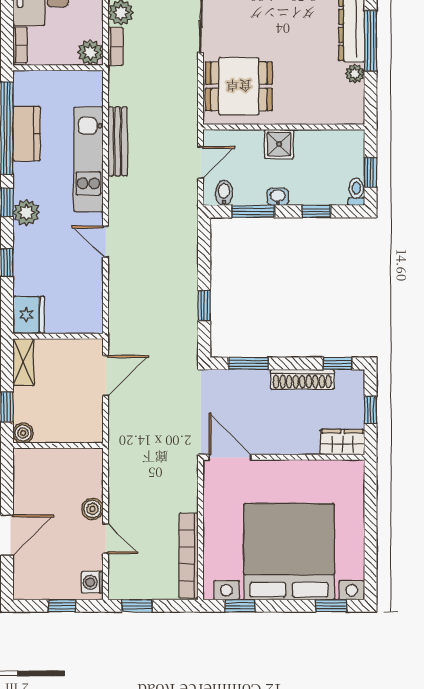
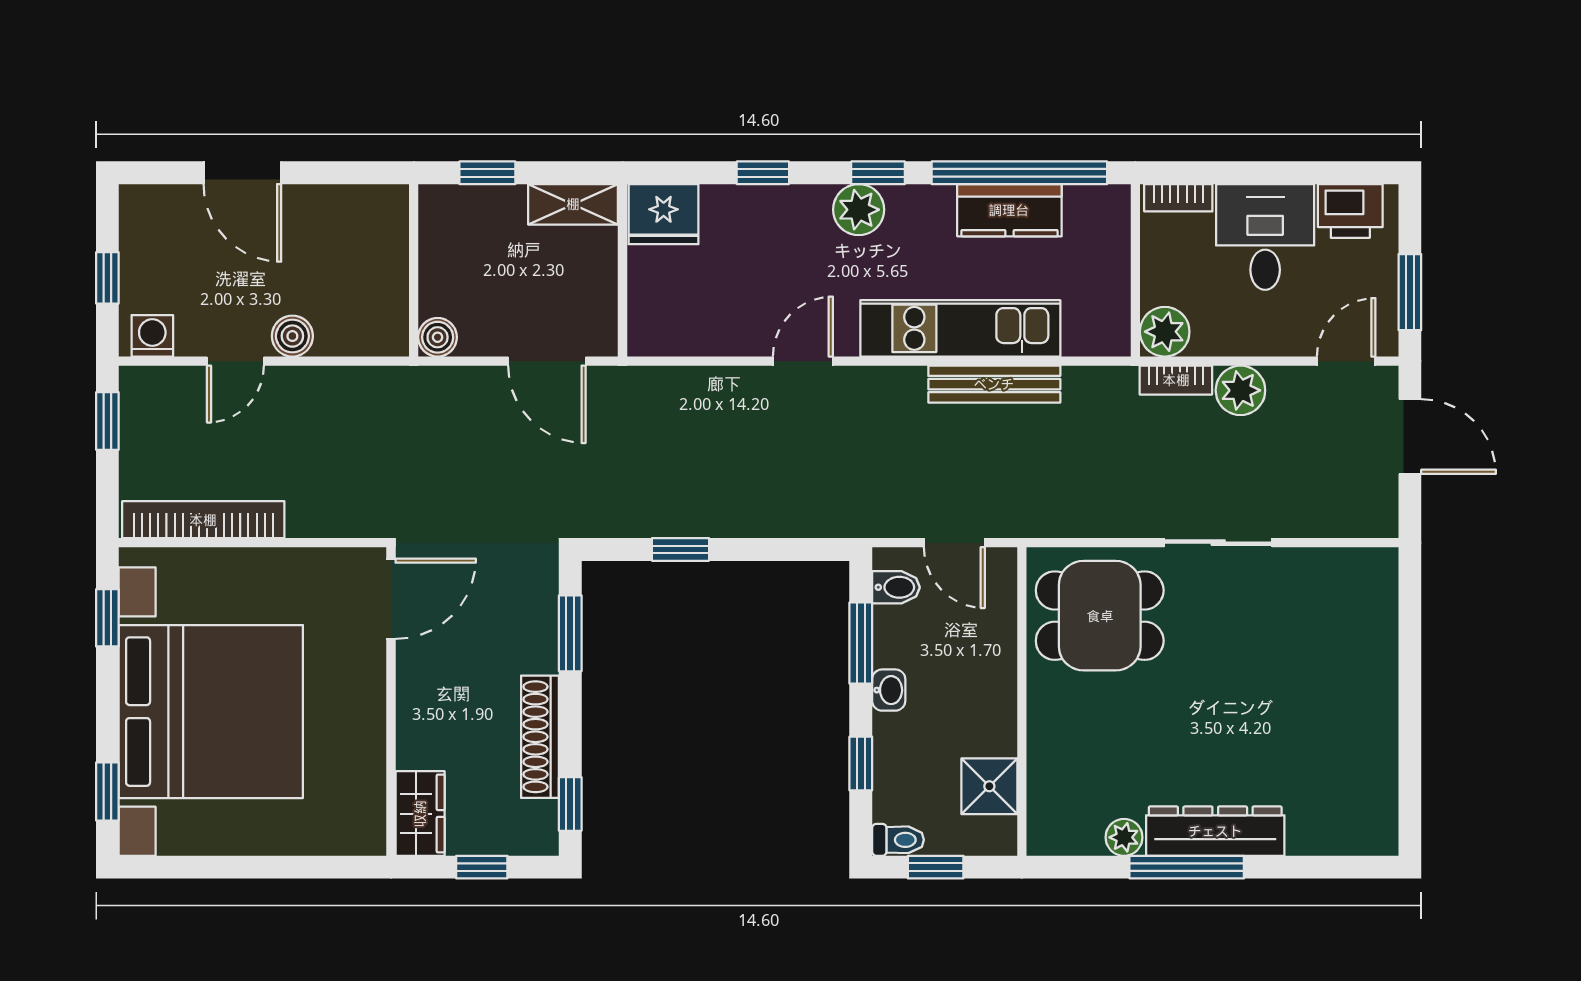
dining table: (239, 86) -> (1100, 616), turned 90
shower: (279, 144) -> (989, 786), moved
boiler: (23, 433) -> (438, 337), moved

